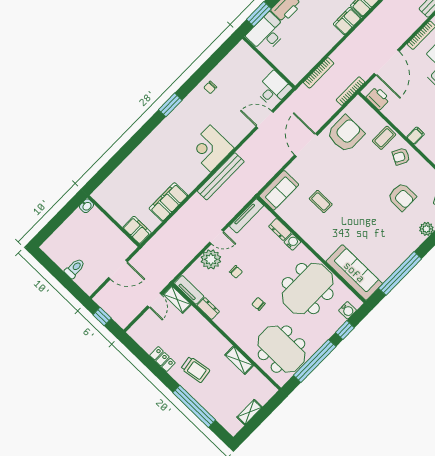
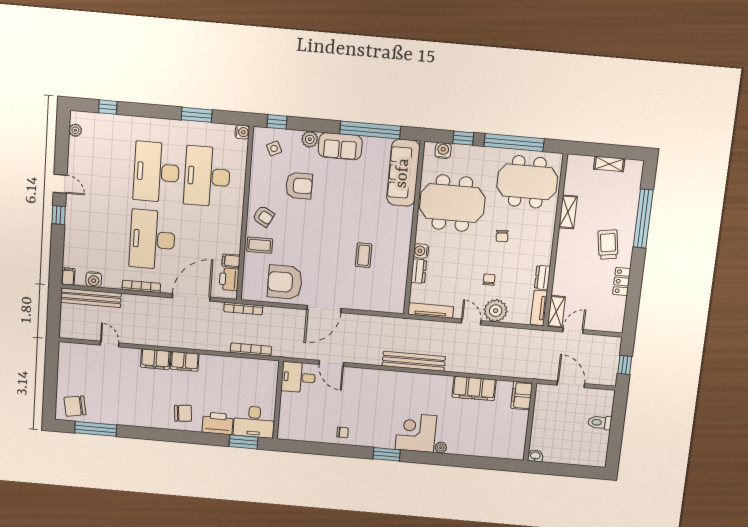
filing cabinet: (416, 136) -> (231, 261), moved
plant: (145, 146) -> (441, 448), added
corner desk: (210, 148) -> (416, 433), moved, turned 180
sofa: (279, 190) -> (340, 146), moved, turned 180
armchair: (402, 197) -> (299, 186), turned 90
meeting table: (281, 349) -> (527, 182), turned 90

